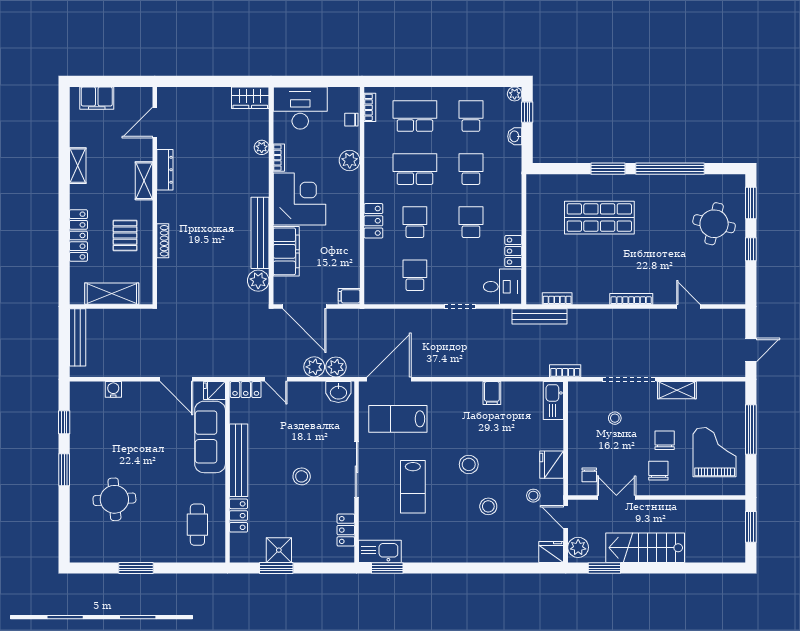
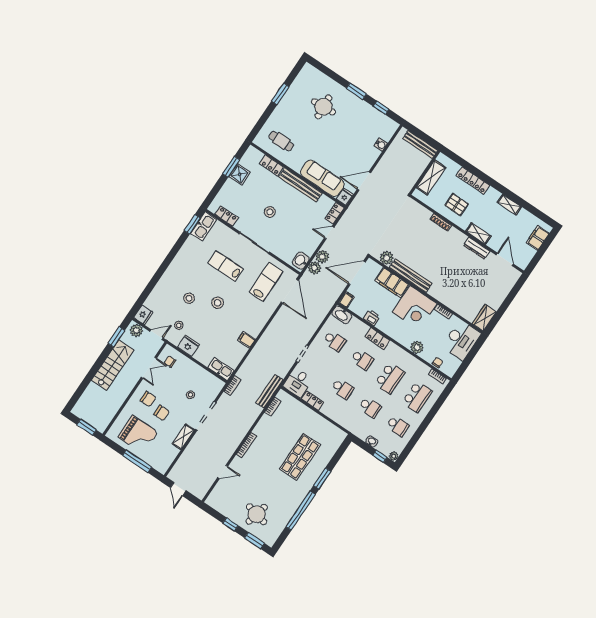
plant: (262, 147) -> (454, 306), removed
printer: (351, 247) -> (372, 318), added
washbasin: (374, 289) -> (342, 315), added

